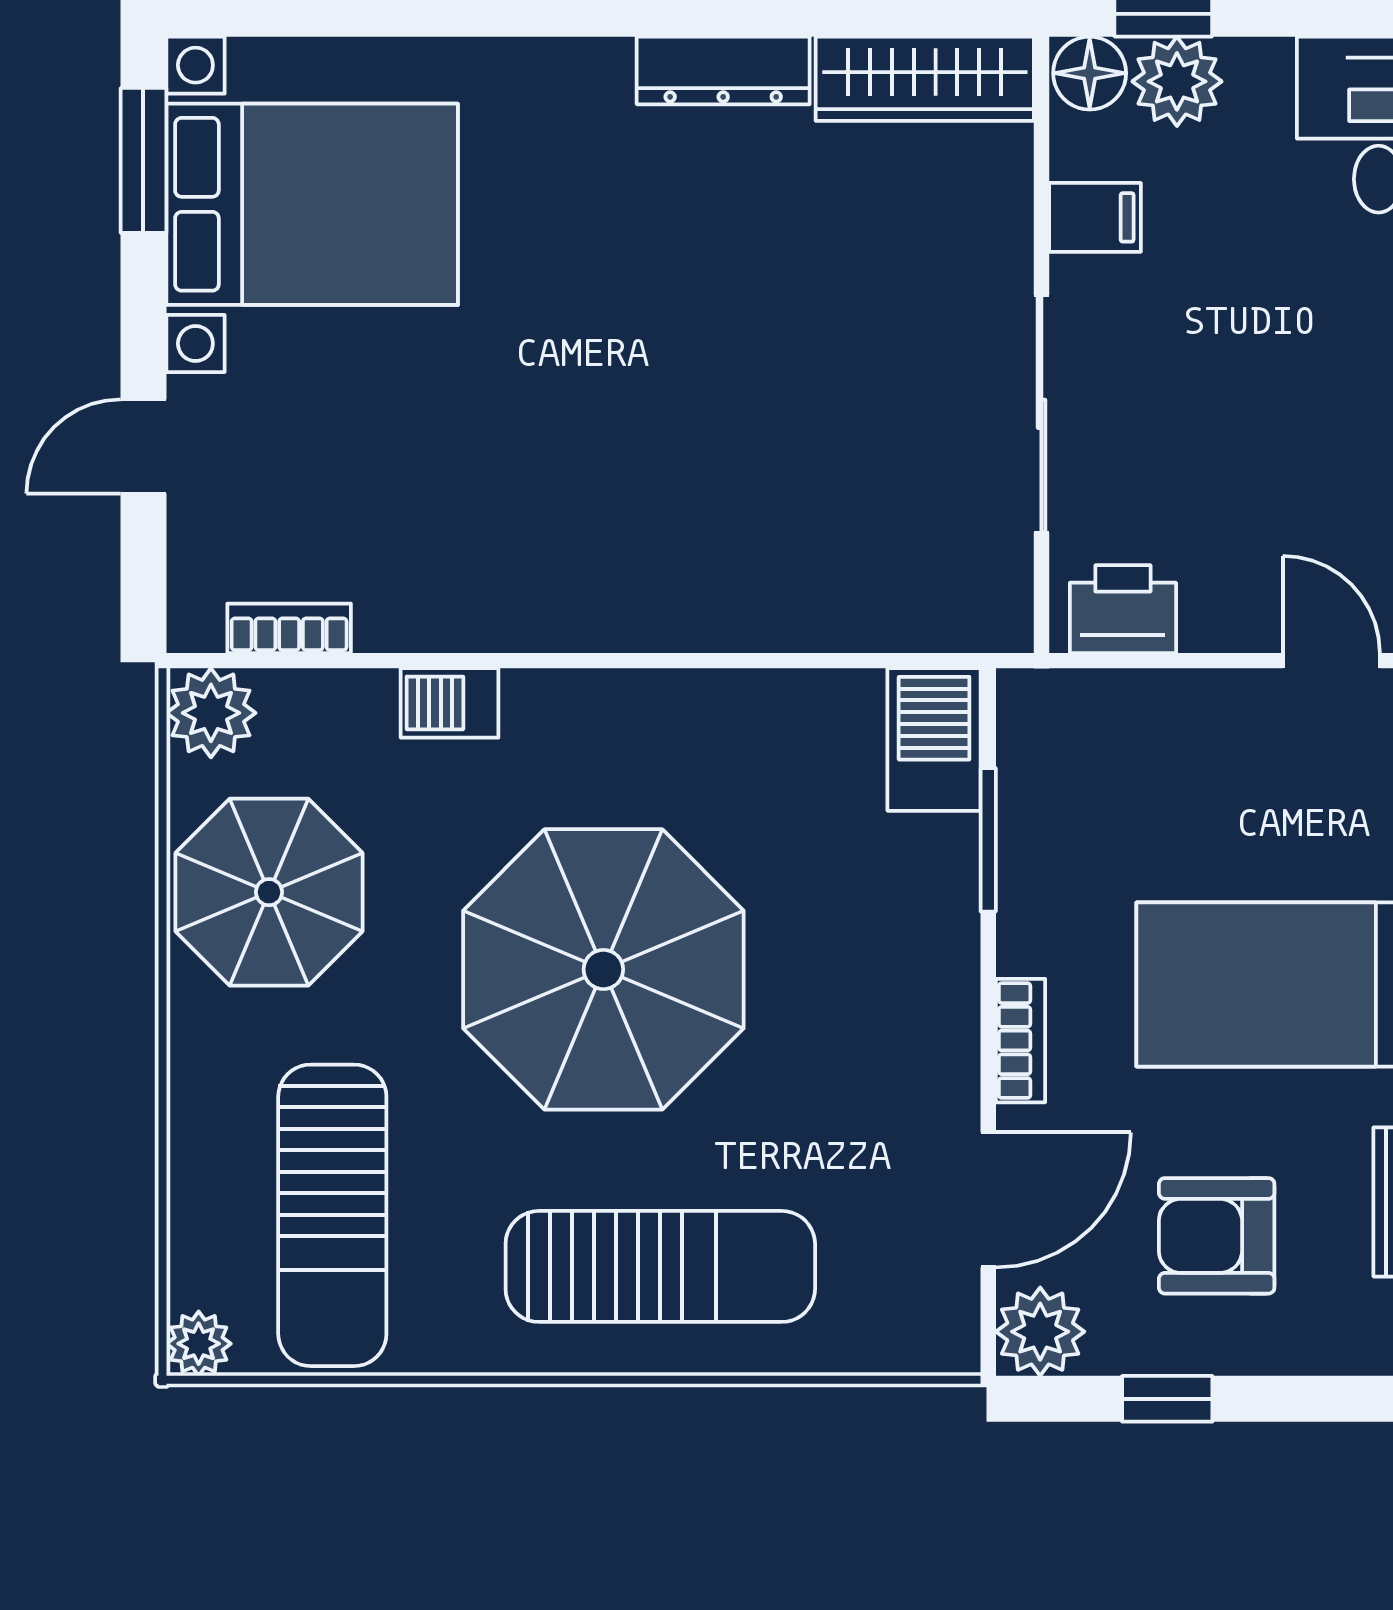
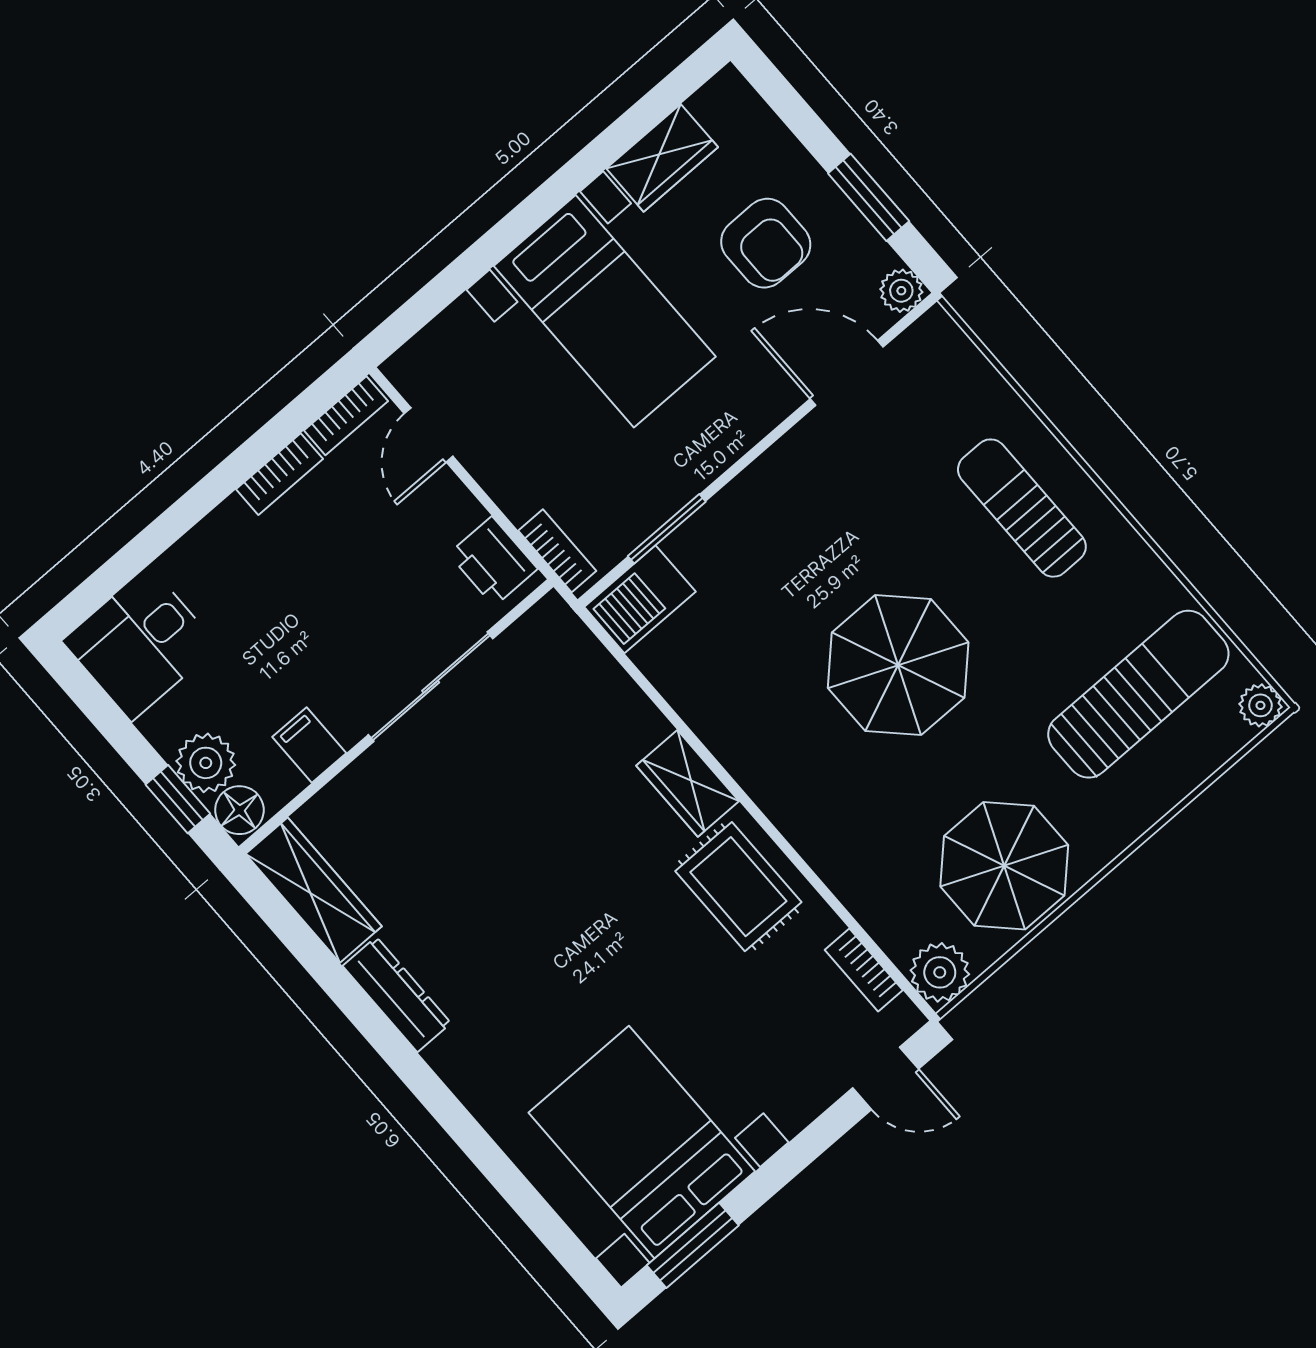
door: (143, 446) -> (886, 1078), moved
rug: (508, 568) -> (738, 887), added
wardrobe: (677, 612) -> (688, 783), added
barbecue: (450, 703) -> (831, 857), removed
parasol: (603, 969) -> (898, 665), width x0.73, depth x0.73
bookcase: (1020, 1041) -> (557, 551), moved, turned 90
sun lounger: (660, 1266) -> (1022, 508), width x0.73, depth x0.75
plant: (1040, 1332) -> (901, 291), width x0.73, depth x0.73
window: (1167, 1399) -> (869, 197), width x1.50

